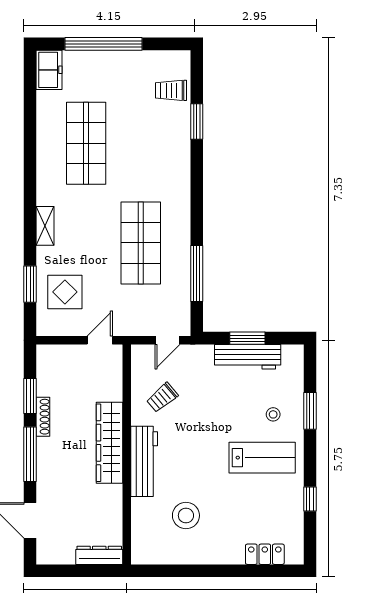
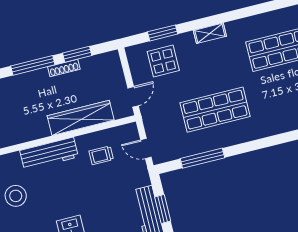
door: (100, 340) -> (133, 97), hinge flipped
trolley: (162, 397) -> (101, 155), turned -50
wardrobe: (110, 443) -> (81, 118), moved

